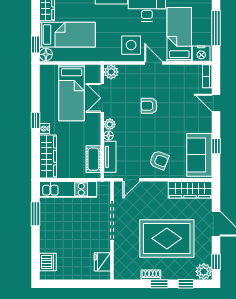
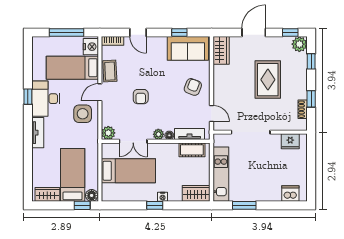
coffee table: (176, 73) -> (110, 71), added
door: (216, 103) -> (138, 33), hinge flipped
wardrobe: (48, 156) -> (196, 193), width x0.67
wardrobe: (190, 190) -> (221, 50), width x0.67
rug: (167, 238) -> (268, 80), width x0.73, depth x0.69
shoe rack: (151, 275) -> (303, 109), moved
window: (159, 284) -> (311, 99), moved

